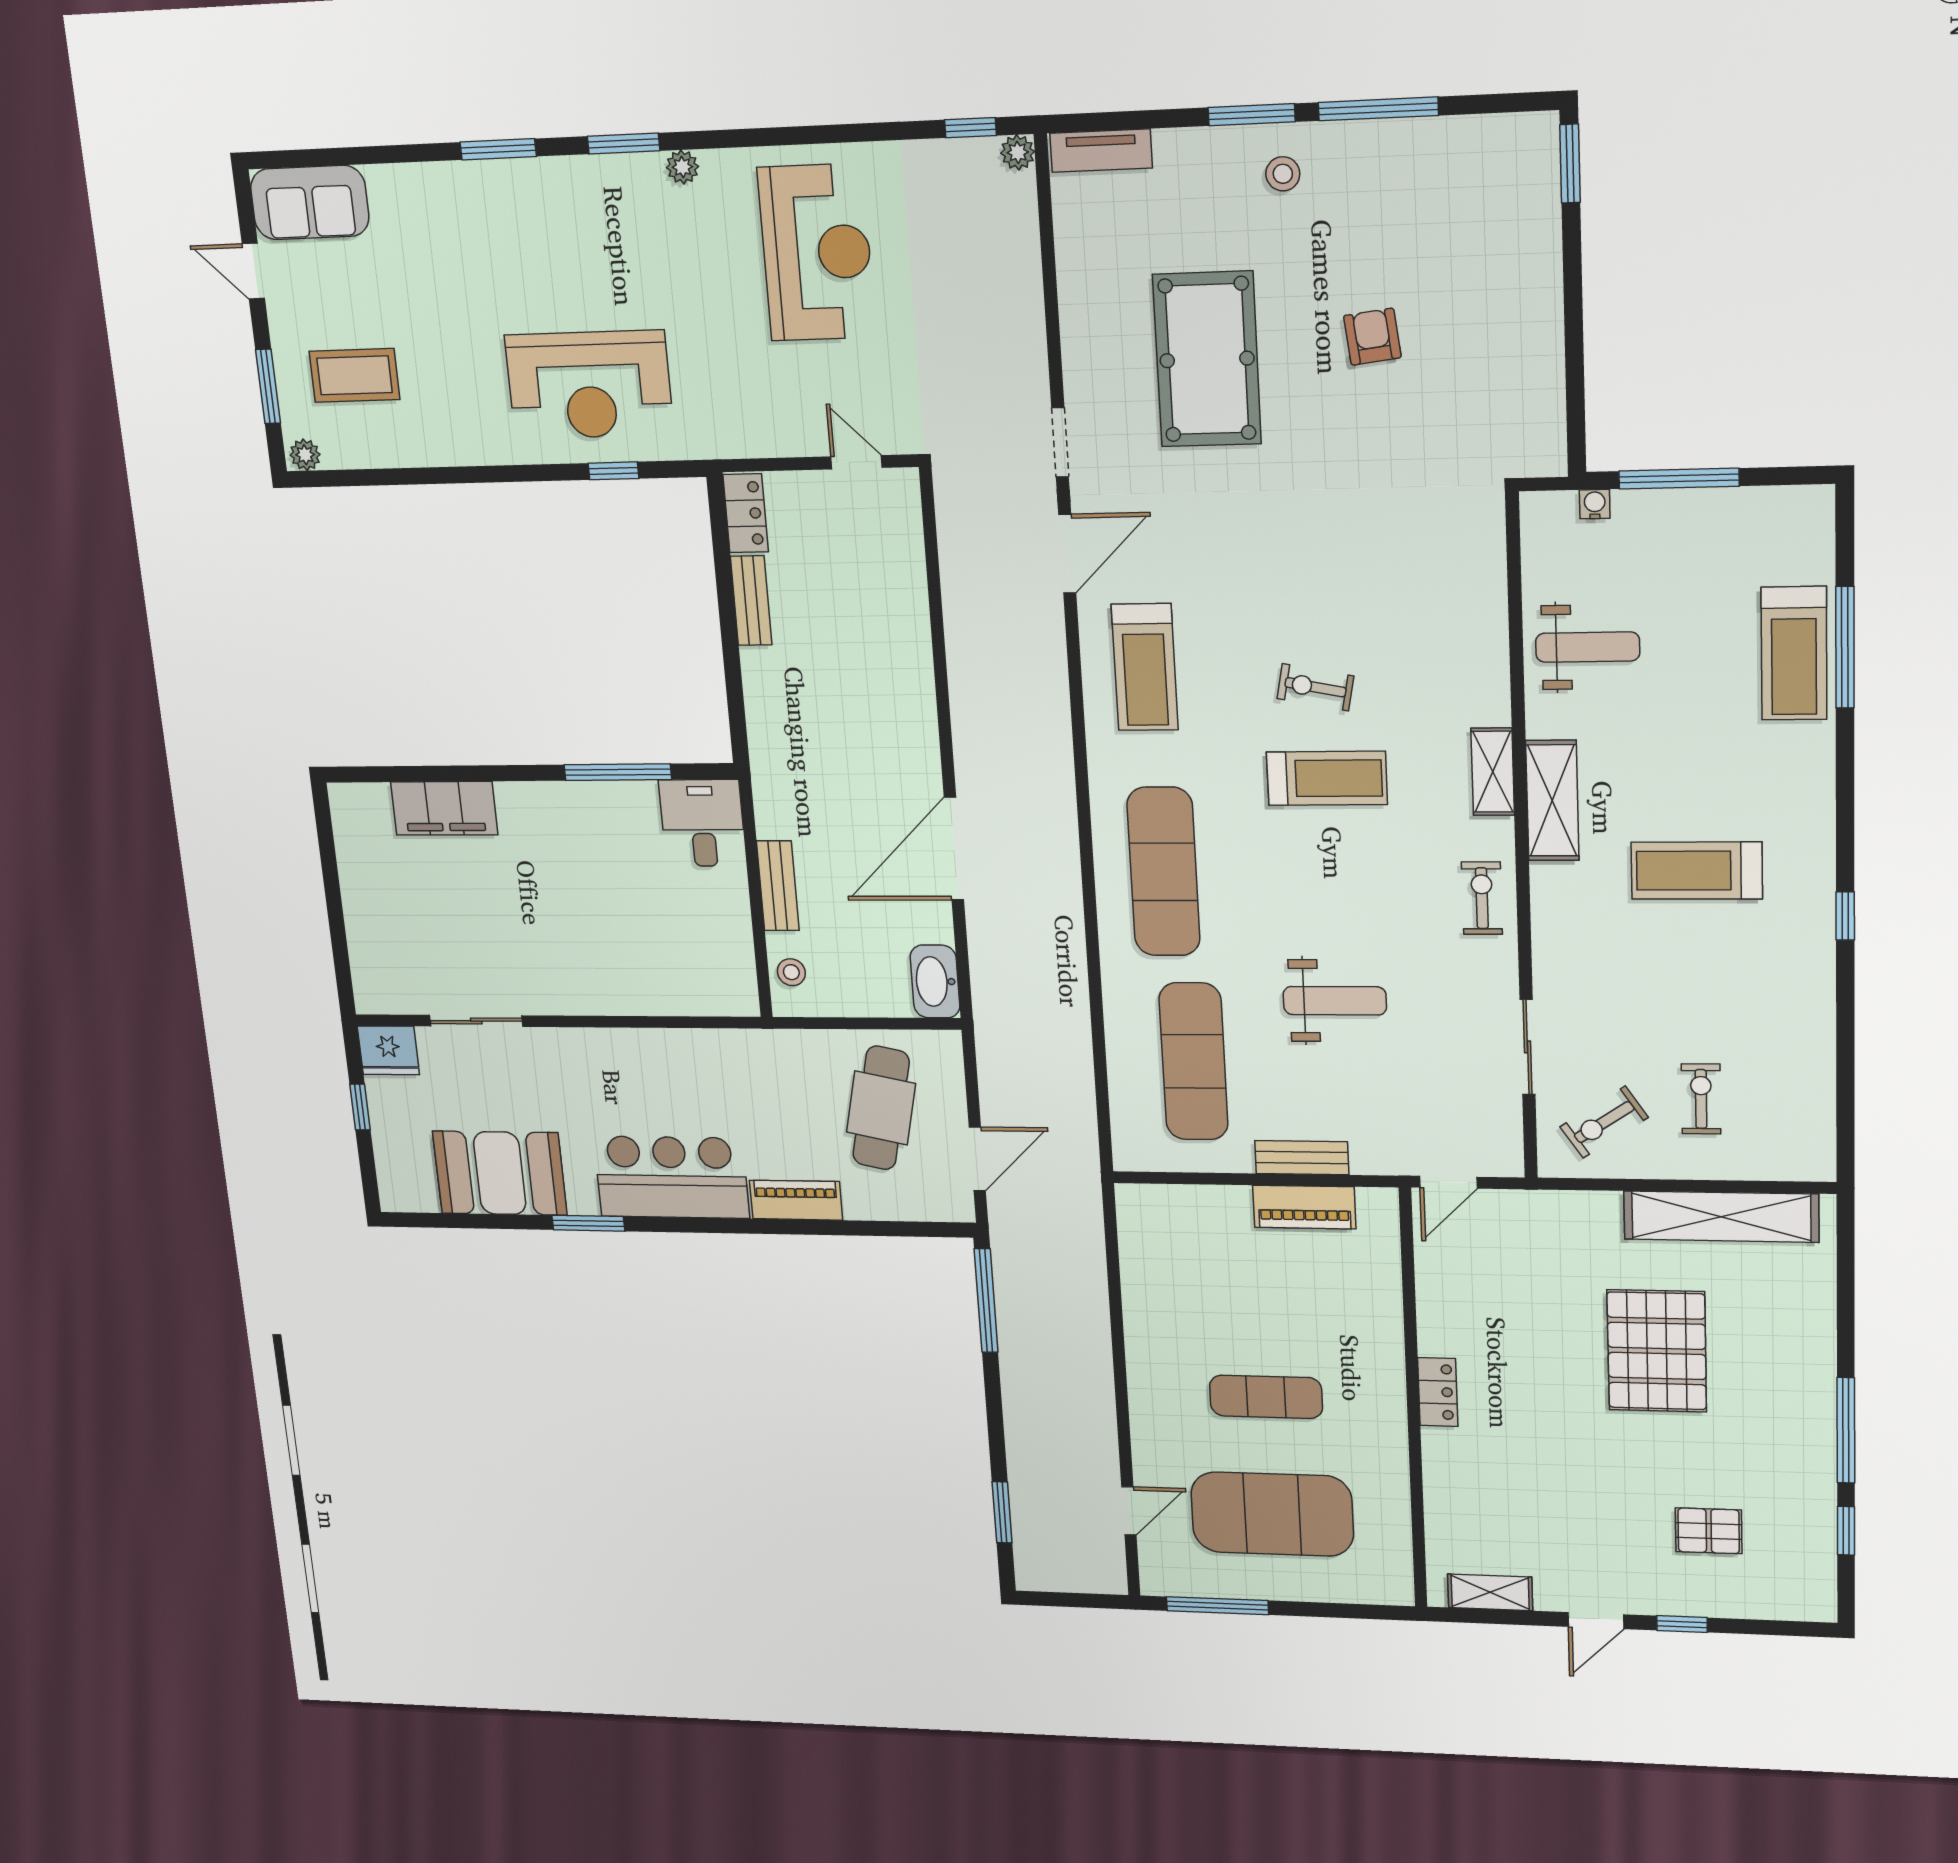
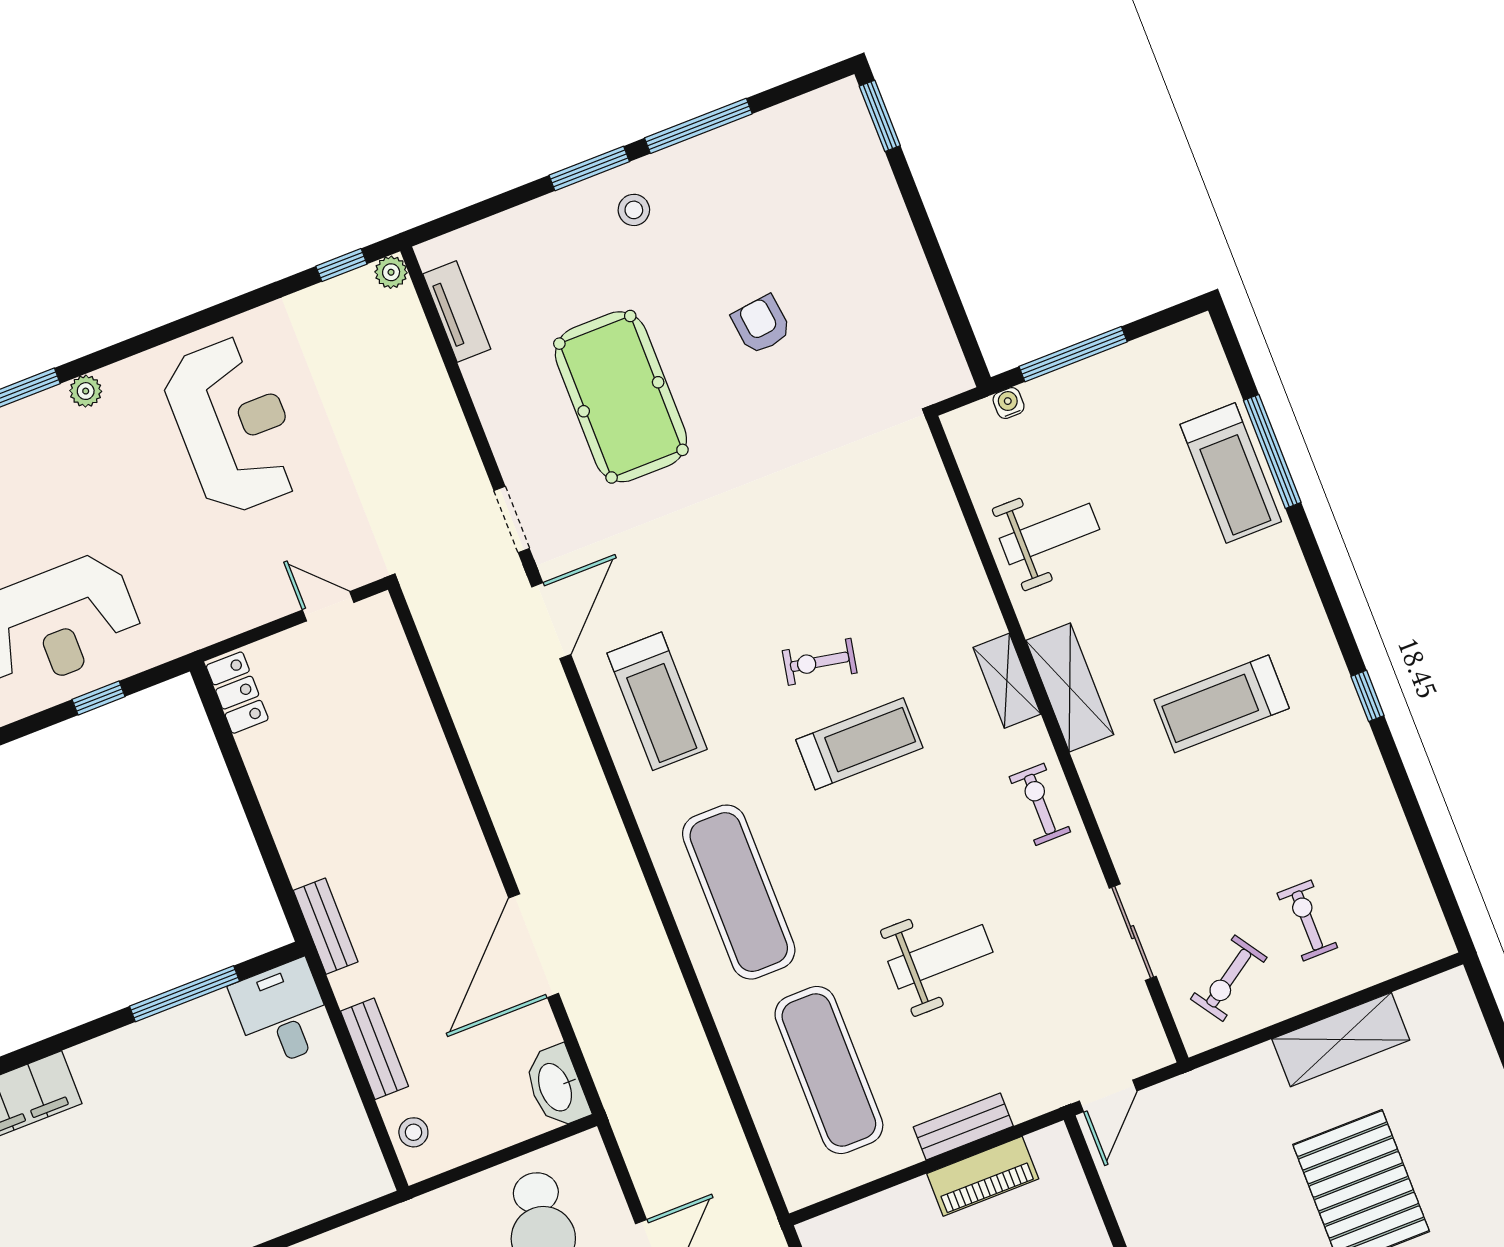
tv unit: (1101, 151) -> (457, 311), moved, turned -90
bench: (751, 601) -> (326, 926), moved
shelving: (1721, 1217) -> (1341, 1040), width x0.68

